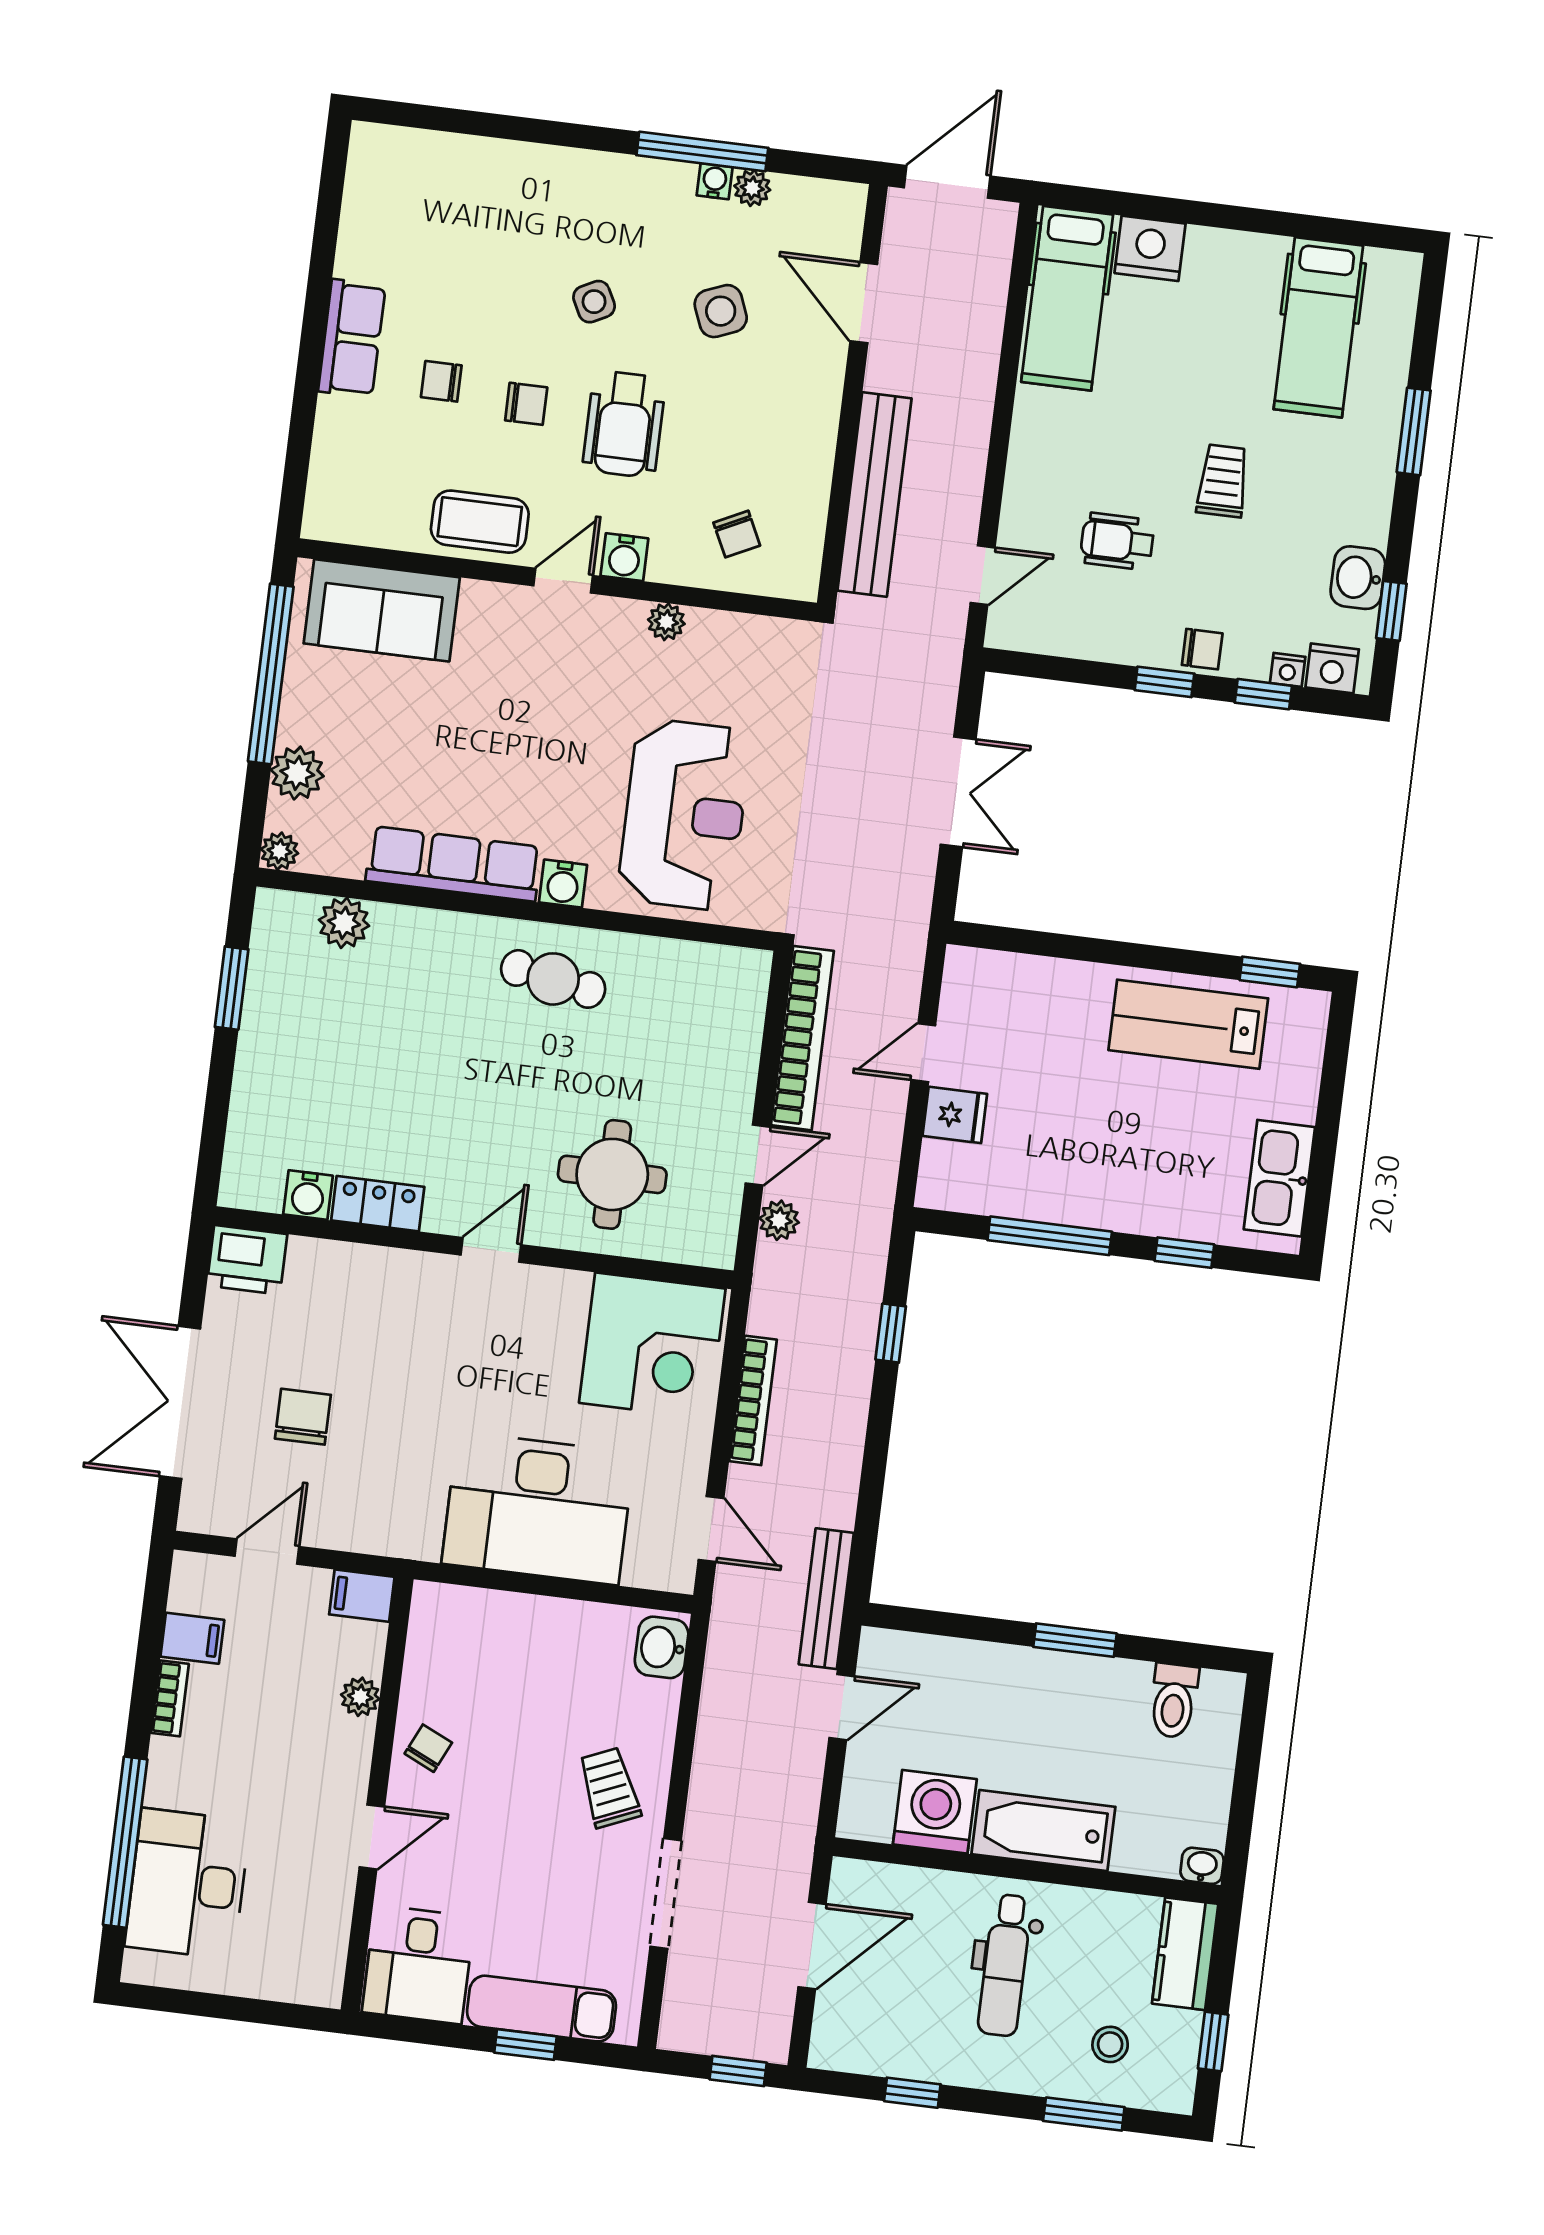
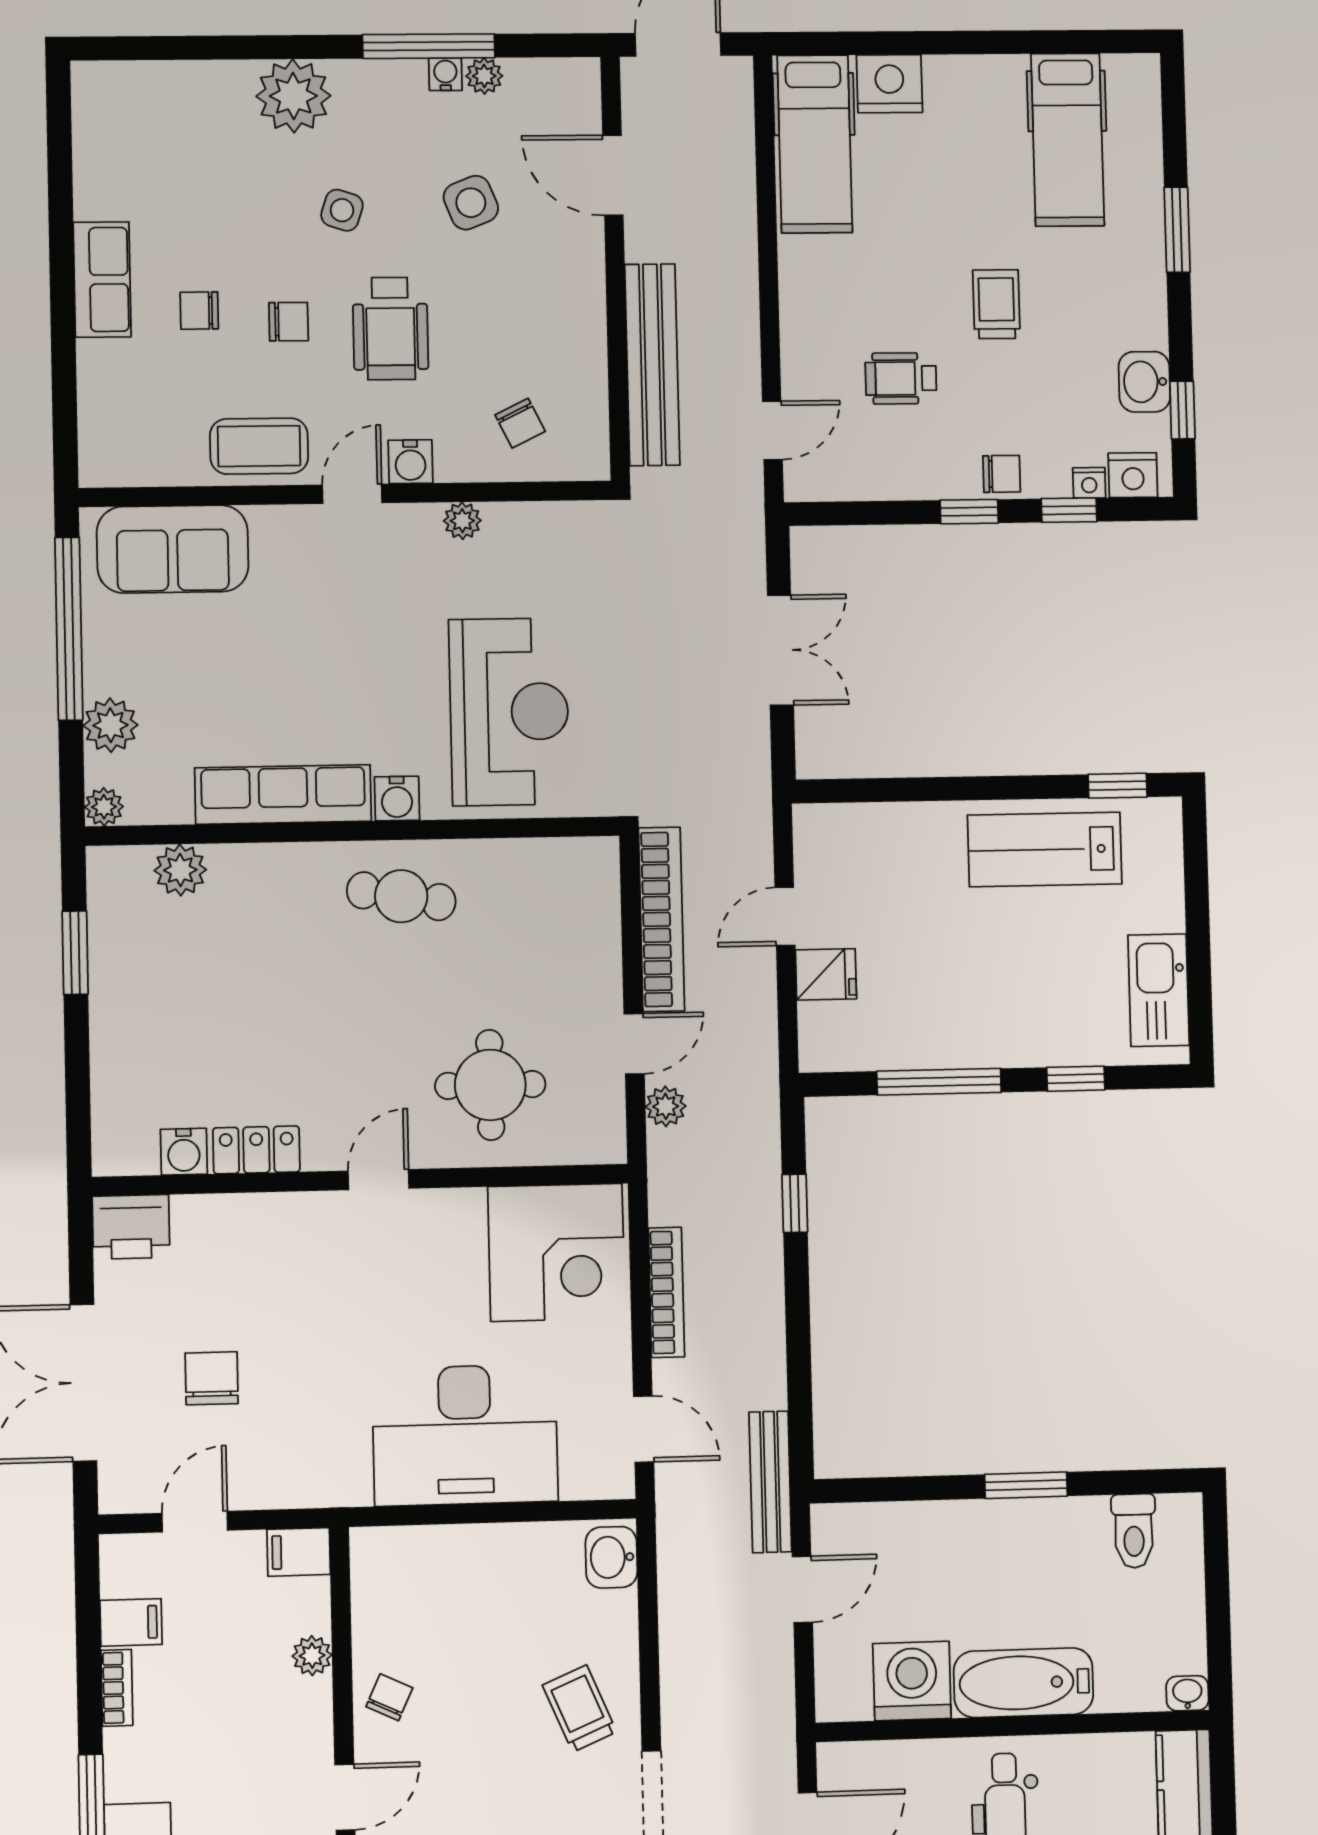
plant: (563, 183) -> (293, 96), added
side table: (594, 302) -> (342, 210), turned 45

